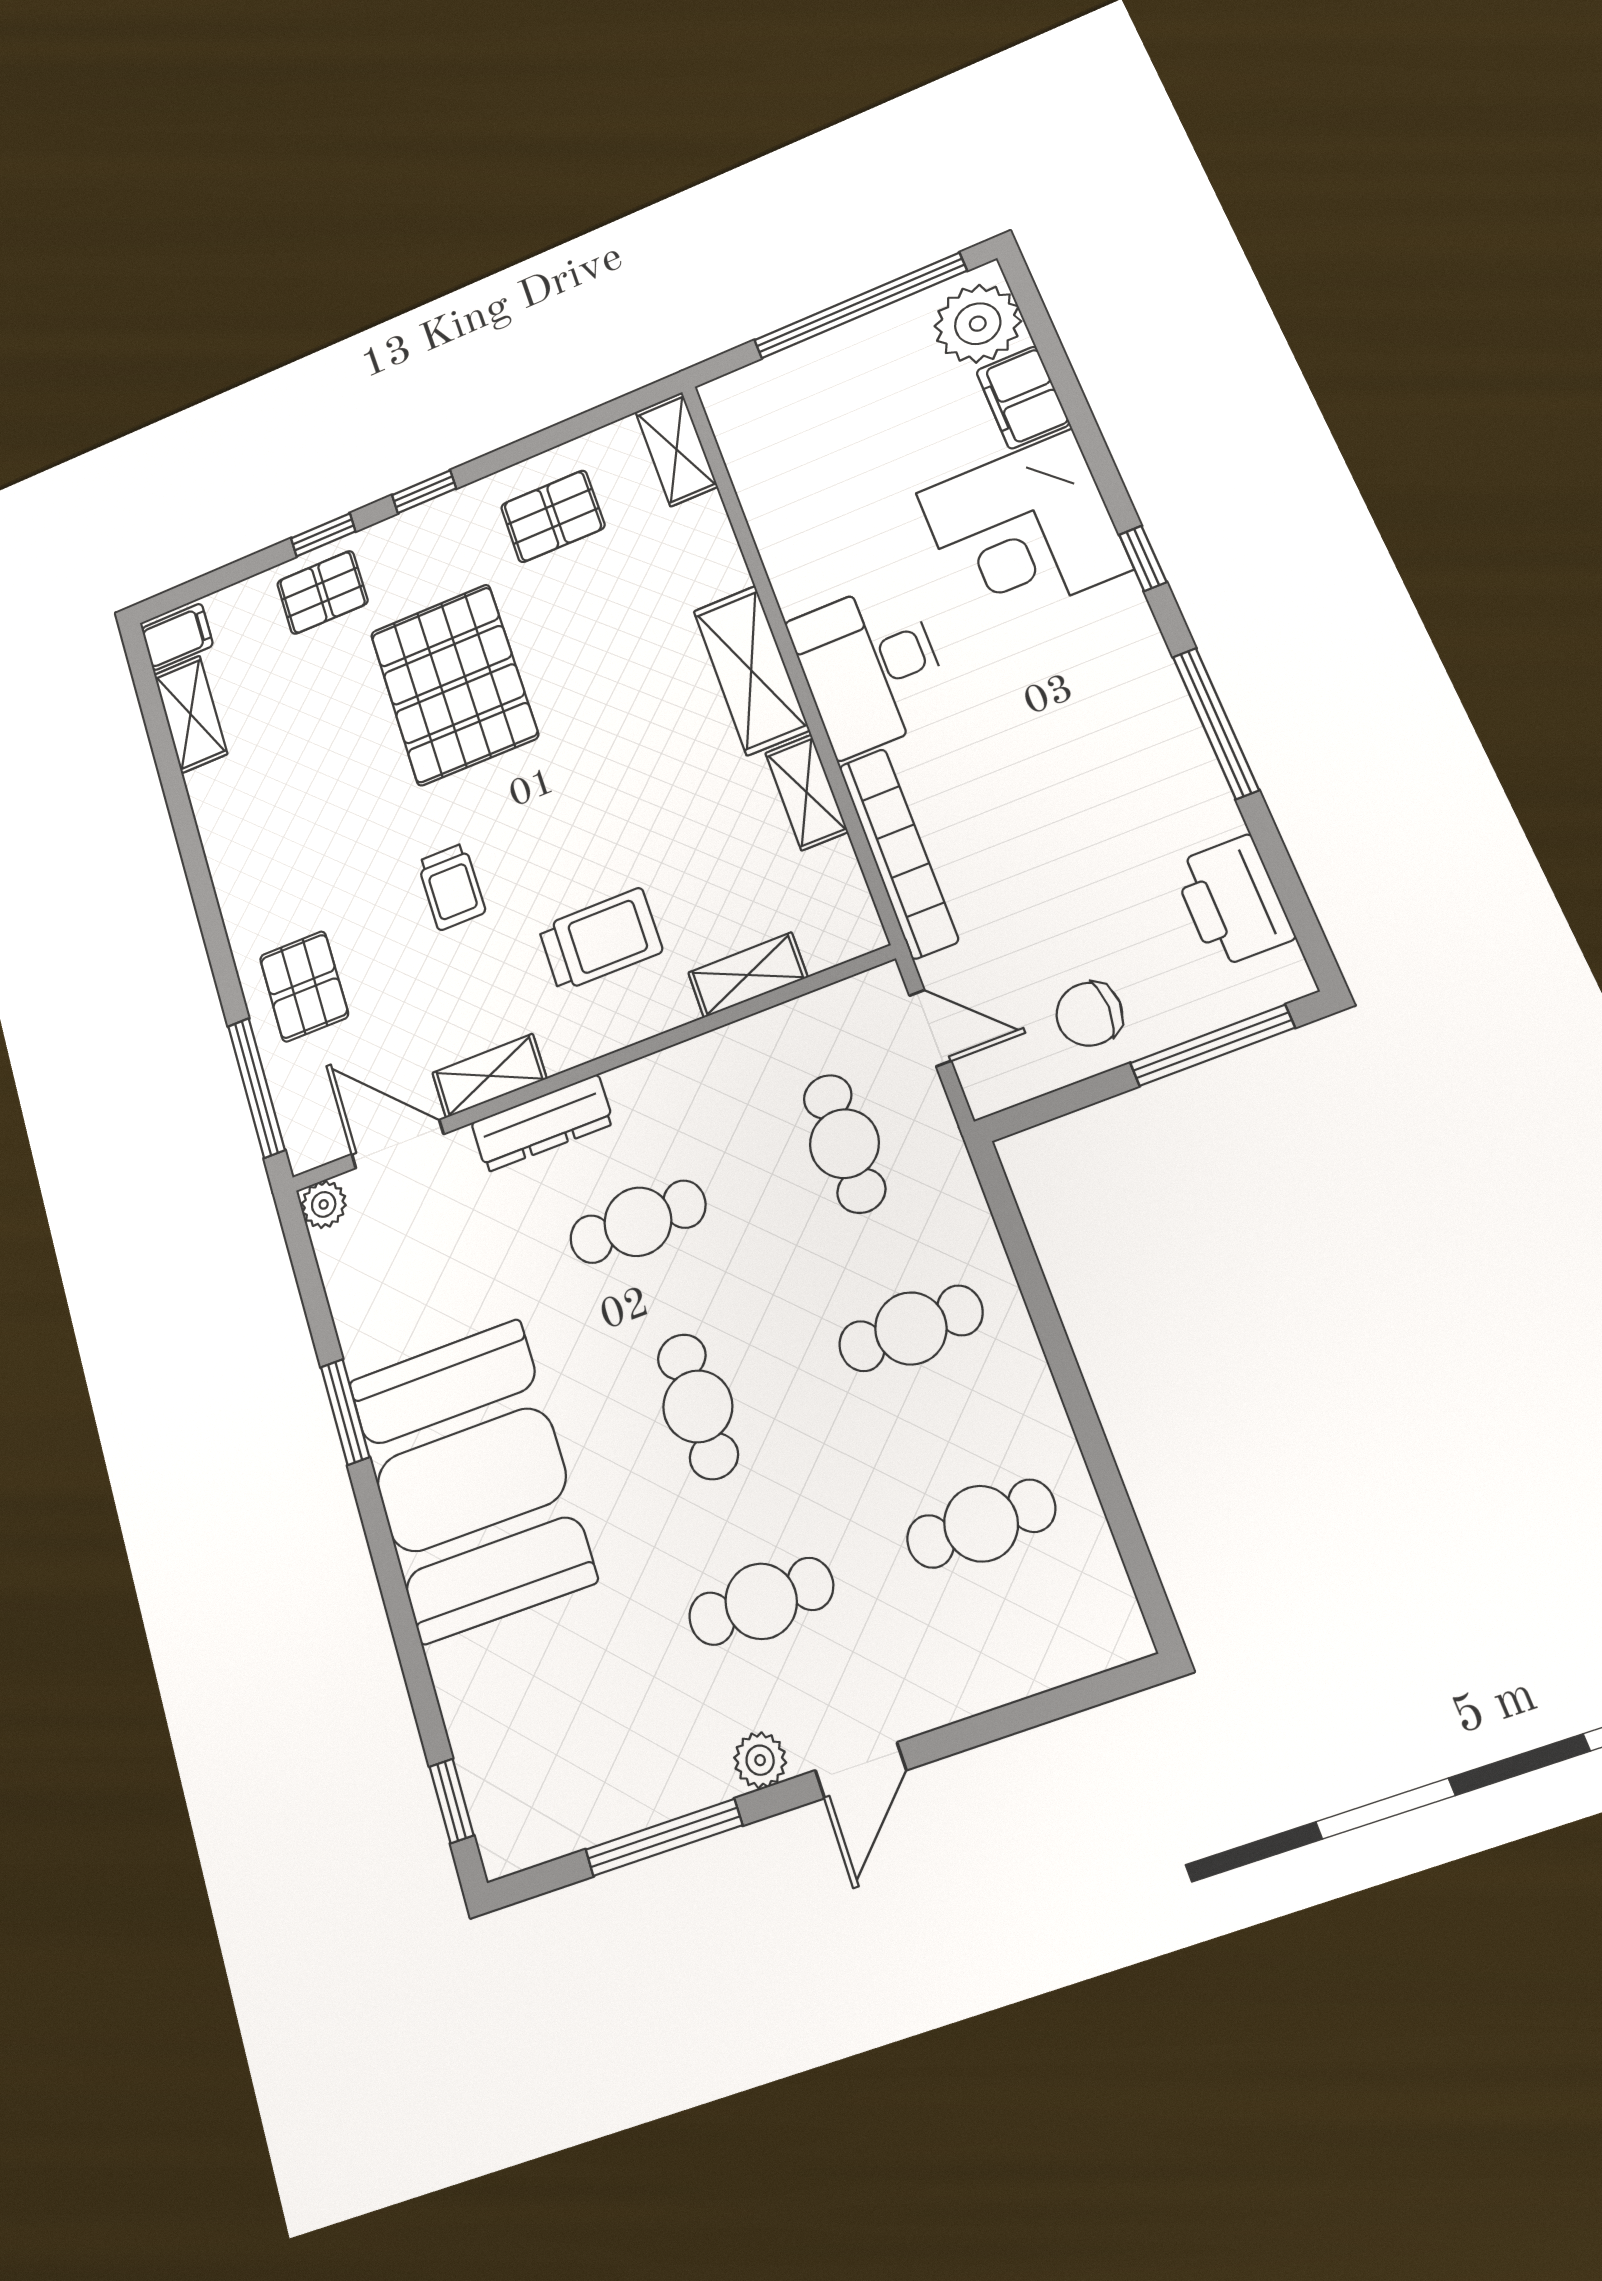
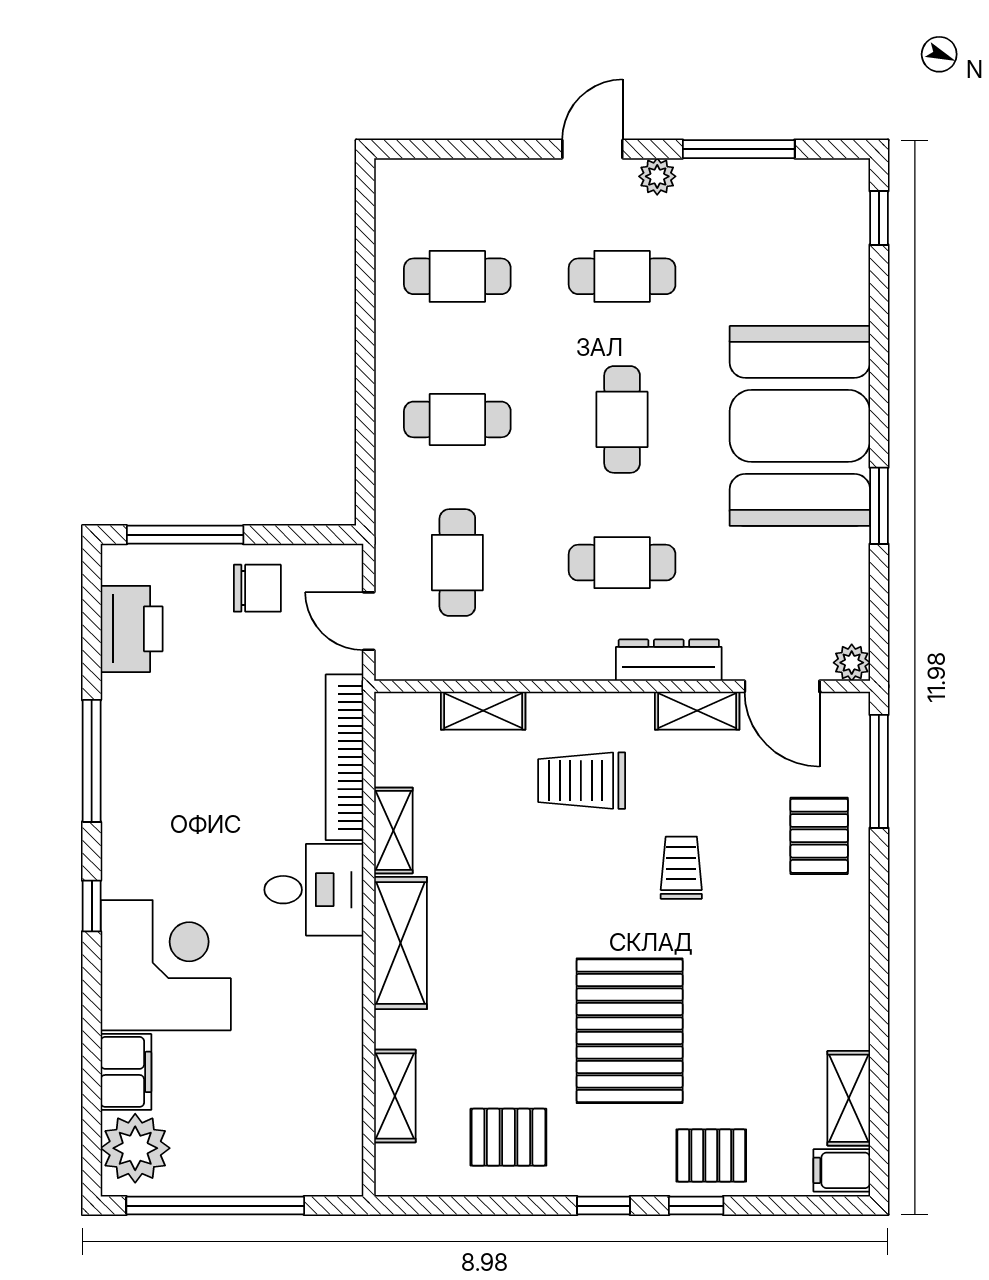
shelving: (676, 449) -> (395, 1096), moved
desk: (870, 668) -> (314, 890), width x0.73

